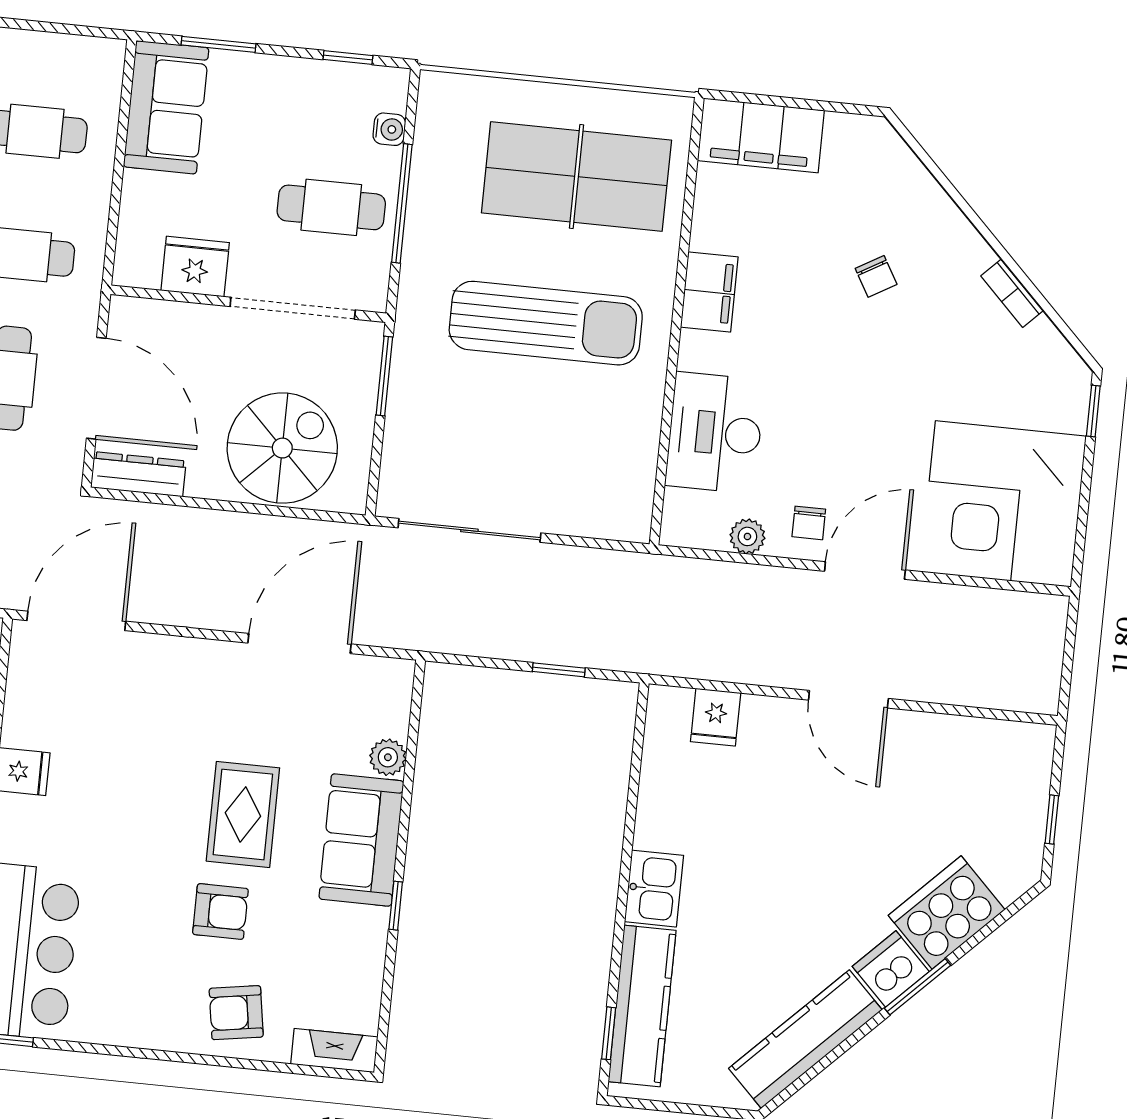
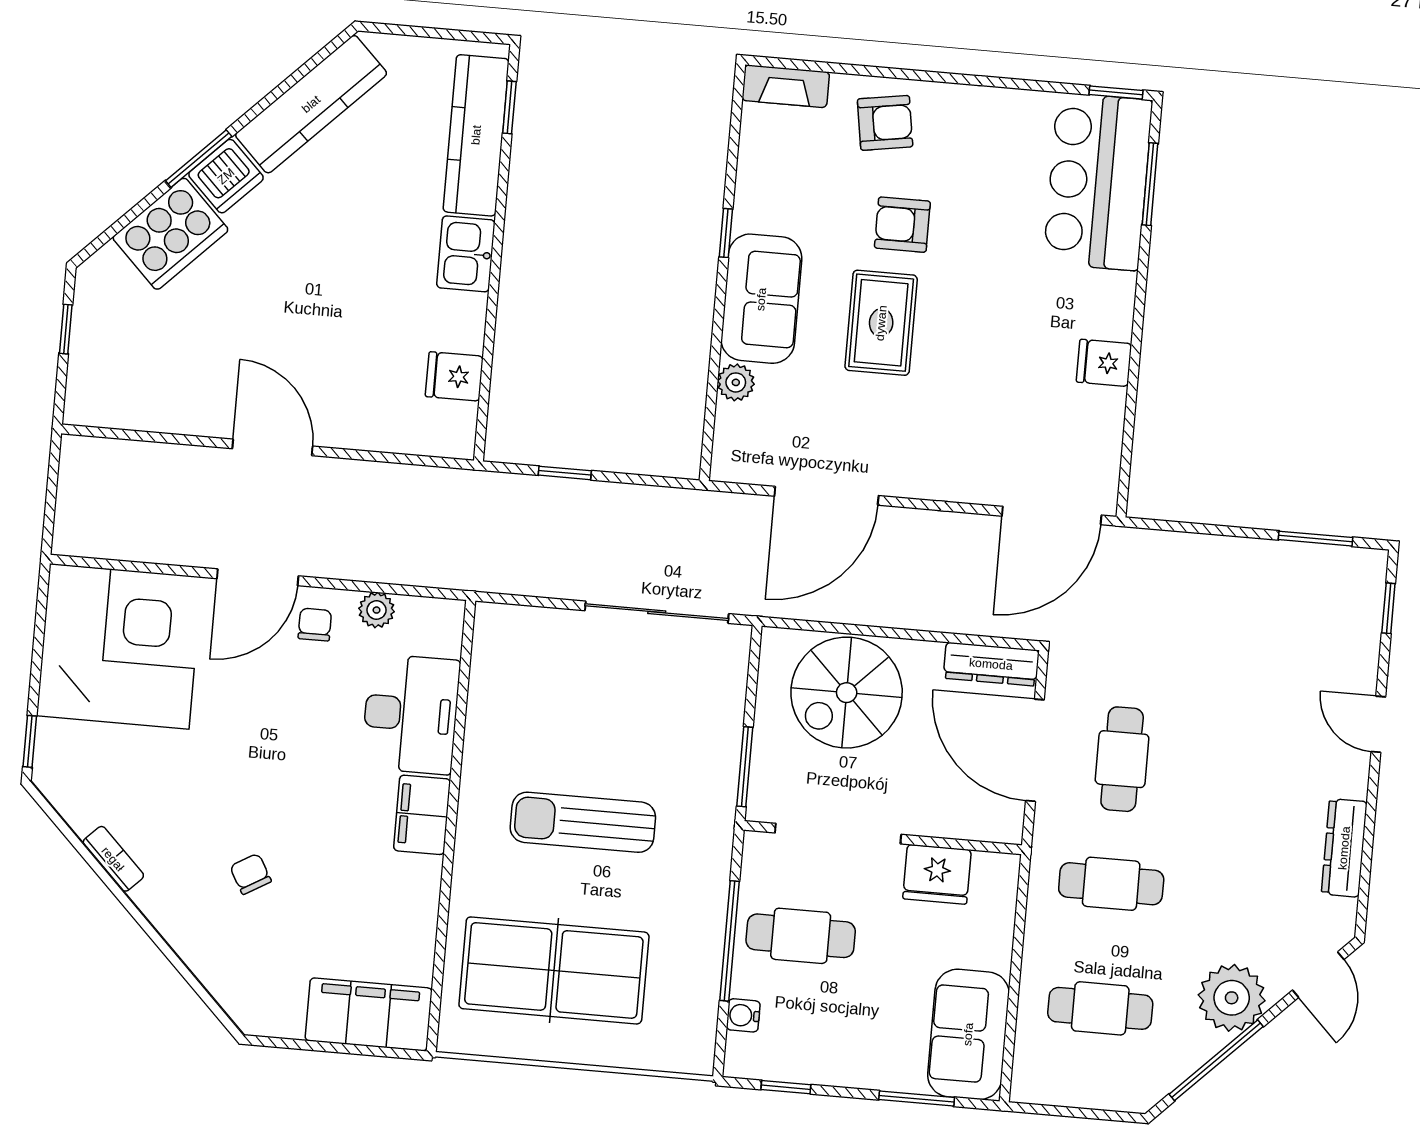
filing cabinet: (709, 292) -> (422, 815), moved
sun lounger: (546, 323) -> (583, 822), width x0.73, depth x0.75
fridge: (716, 717) -> (454, 376), moved, turned -90

